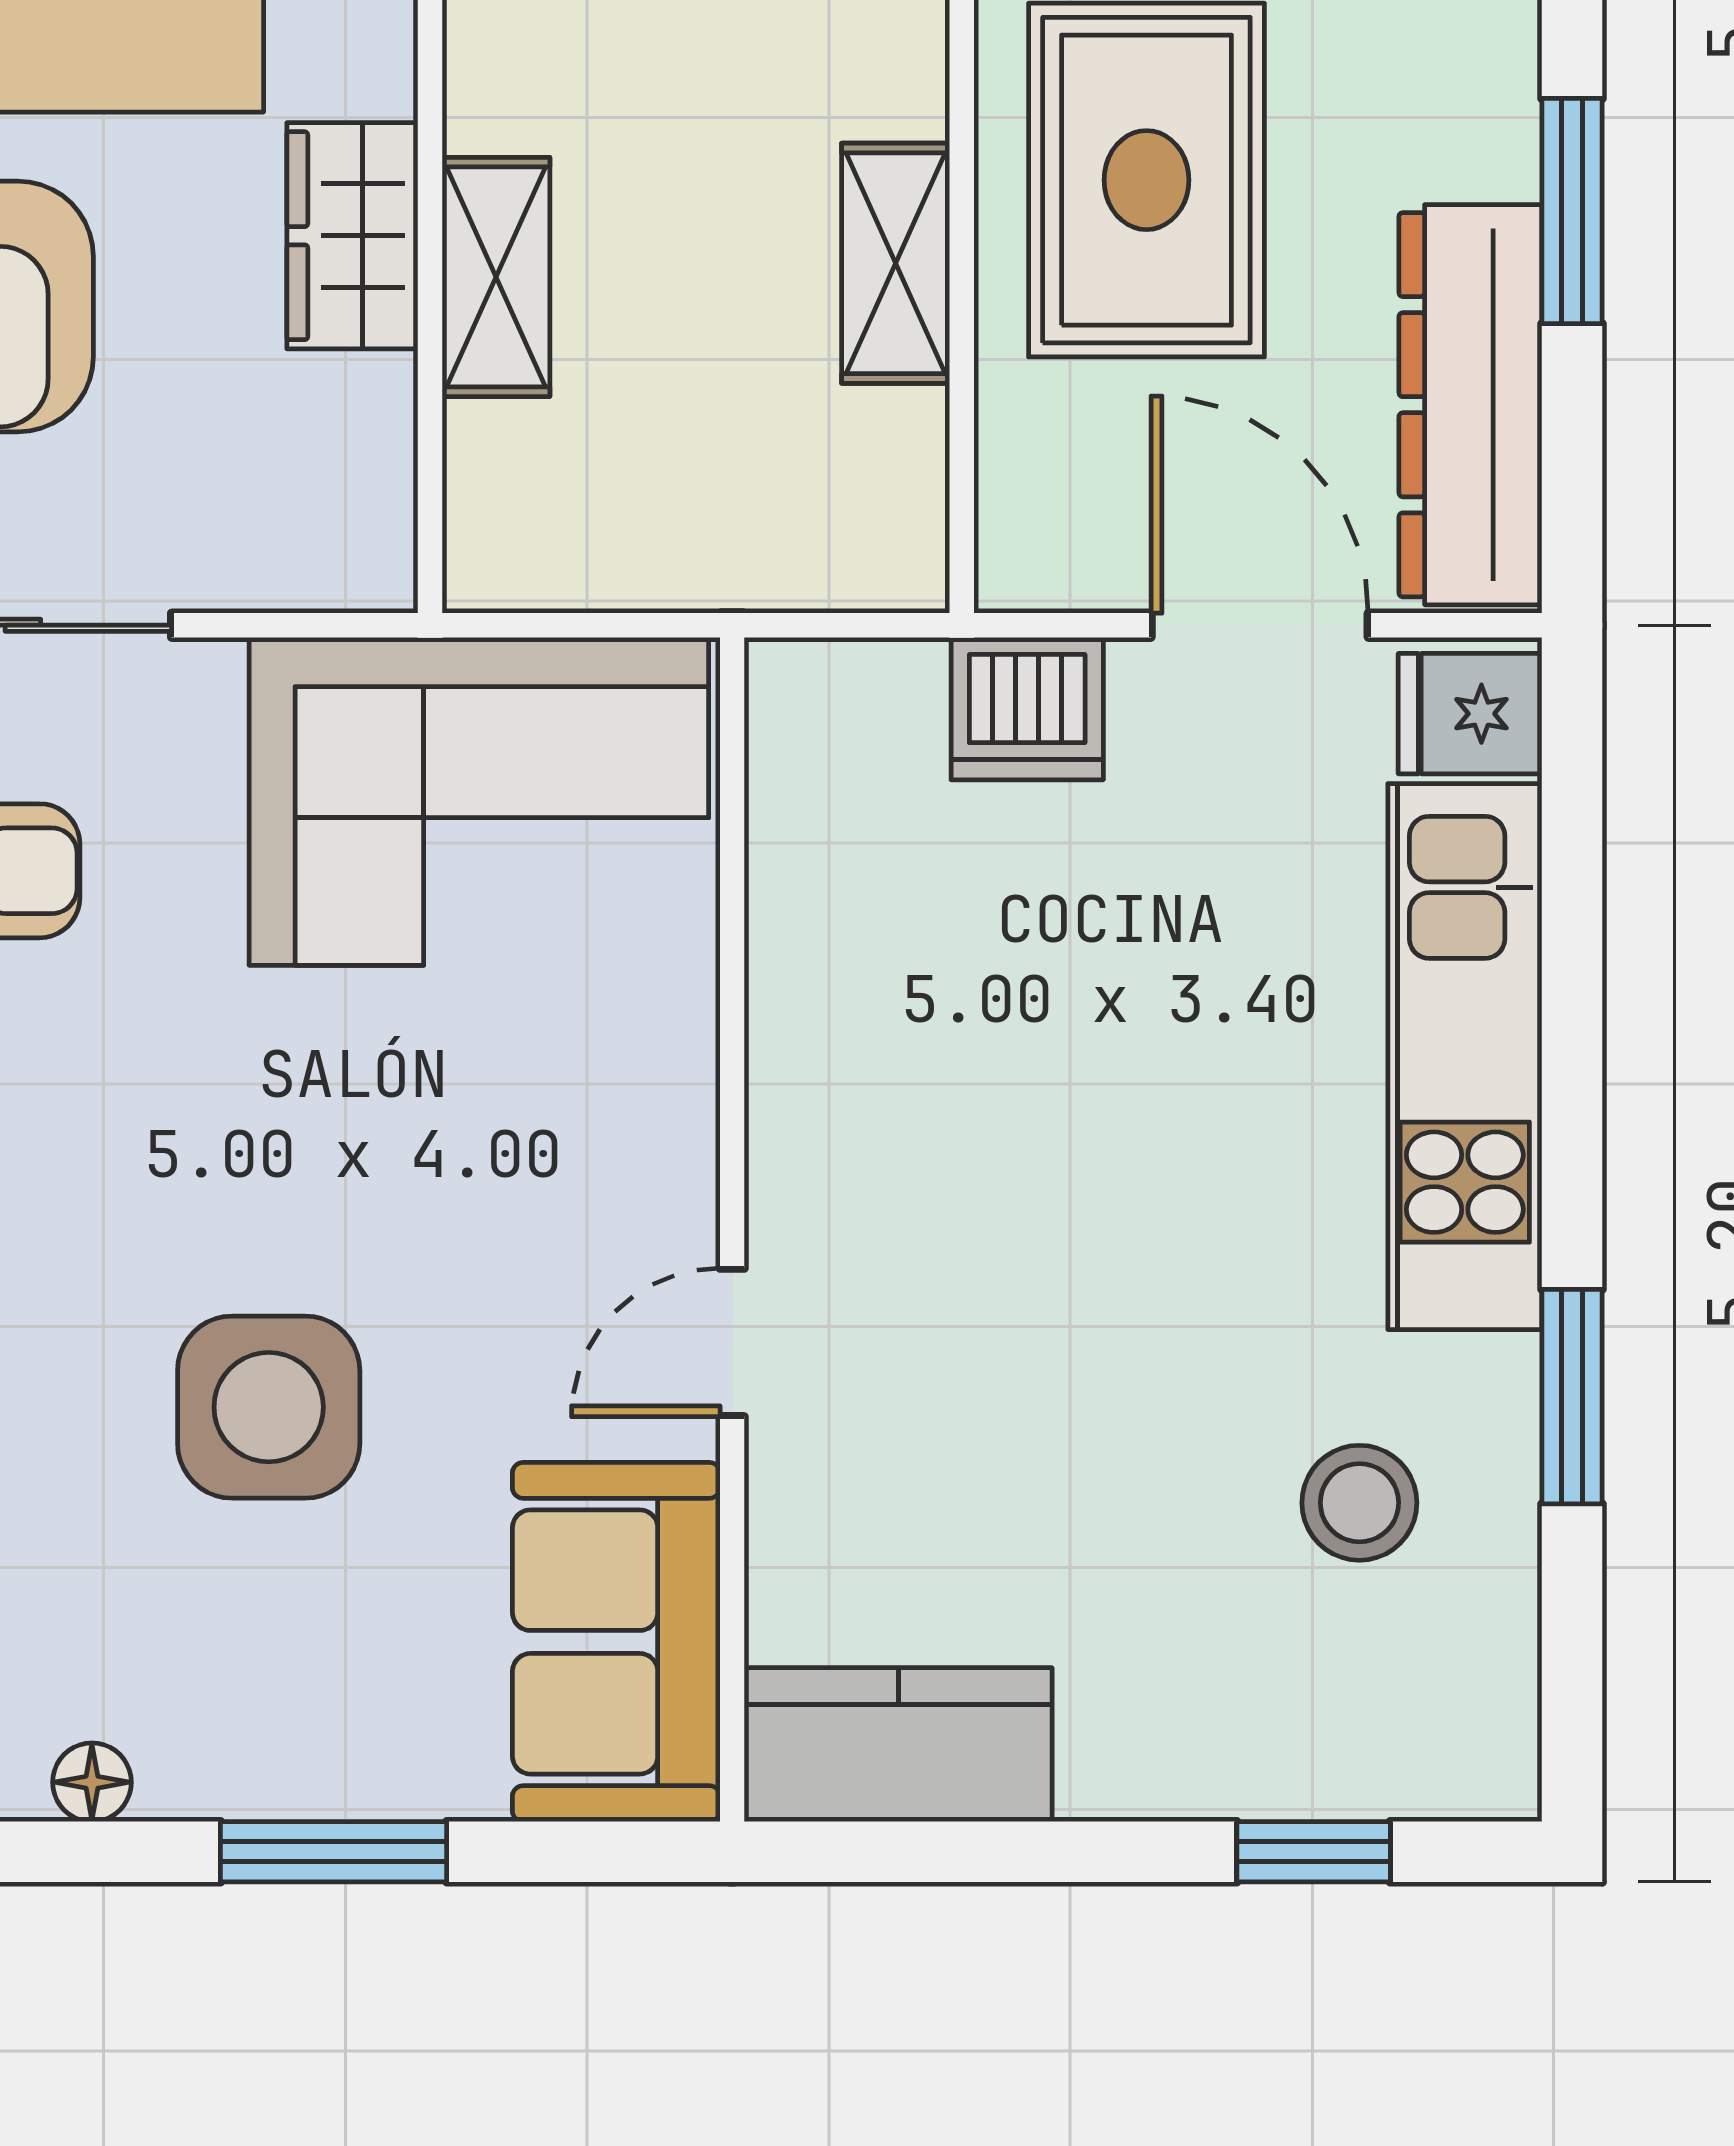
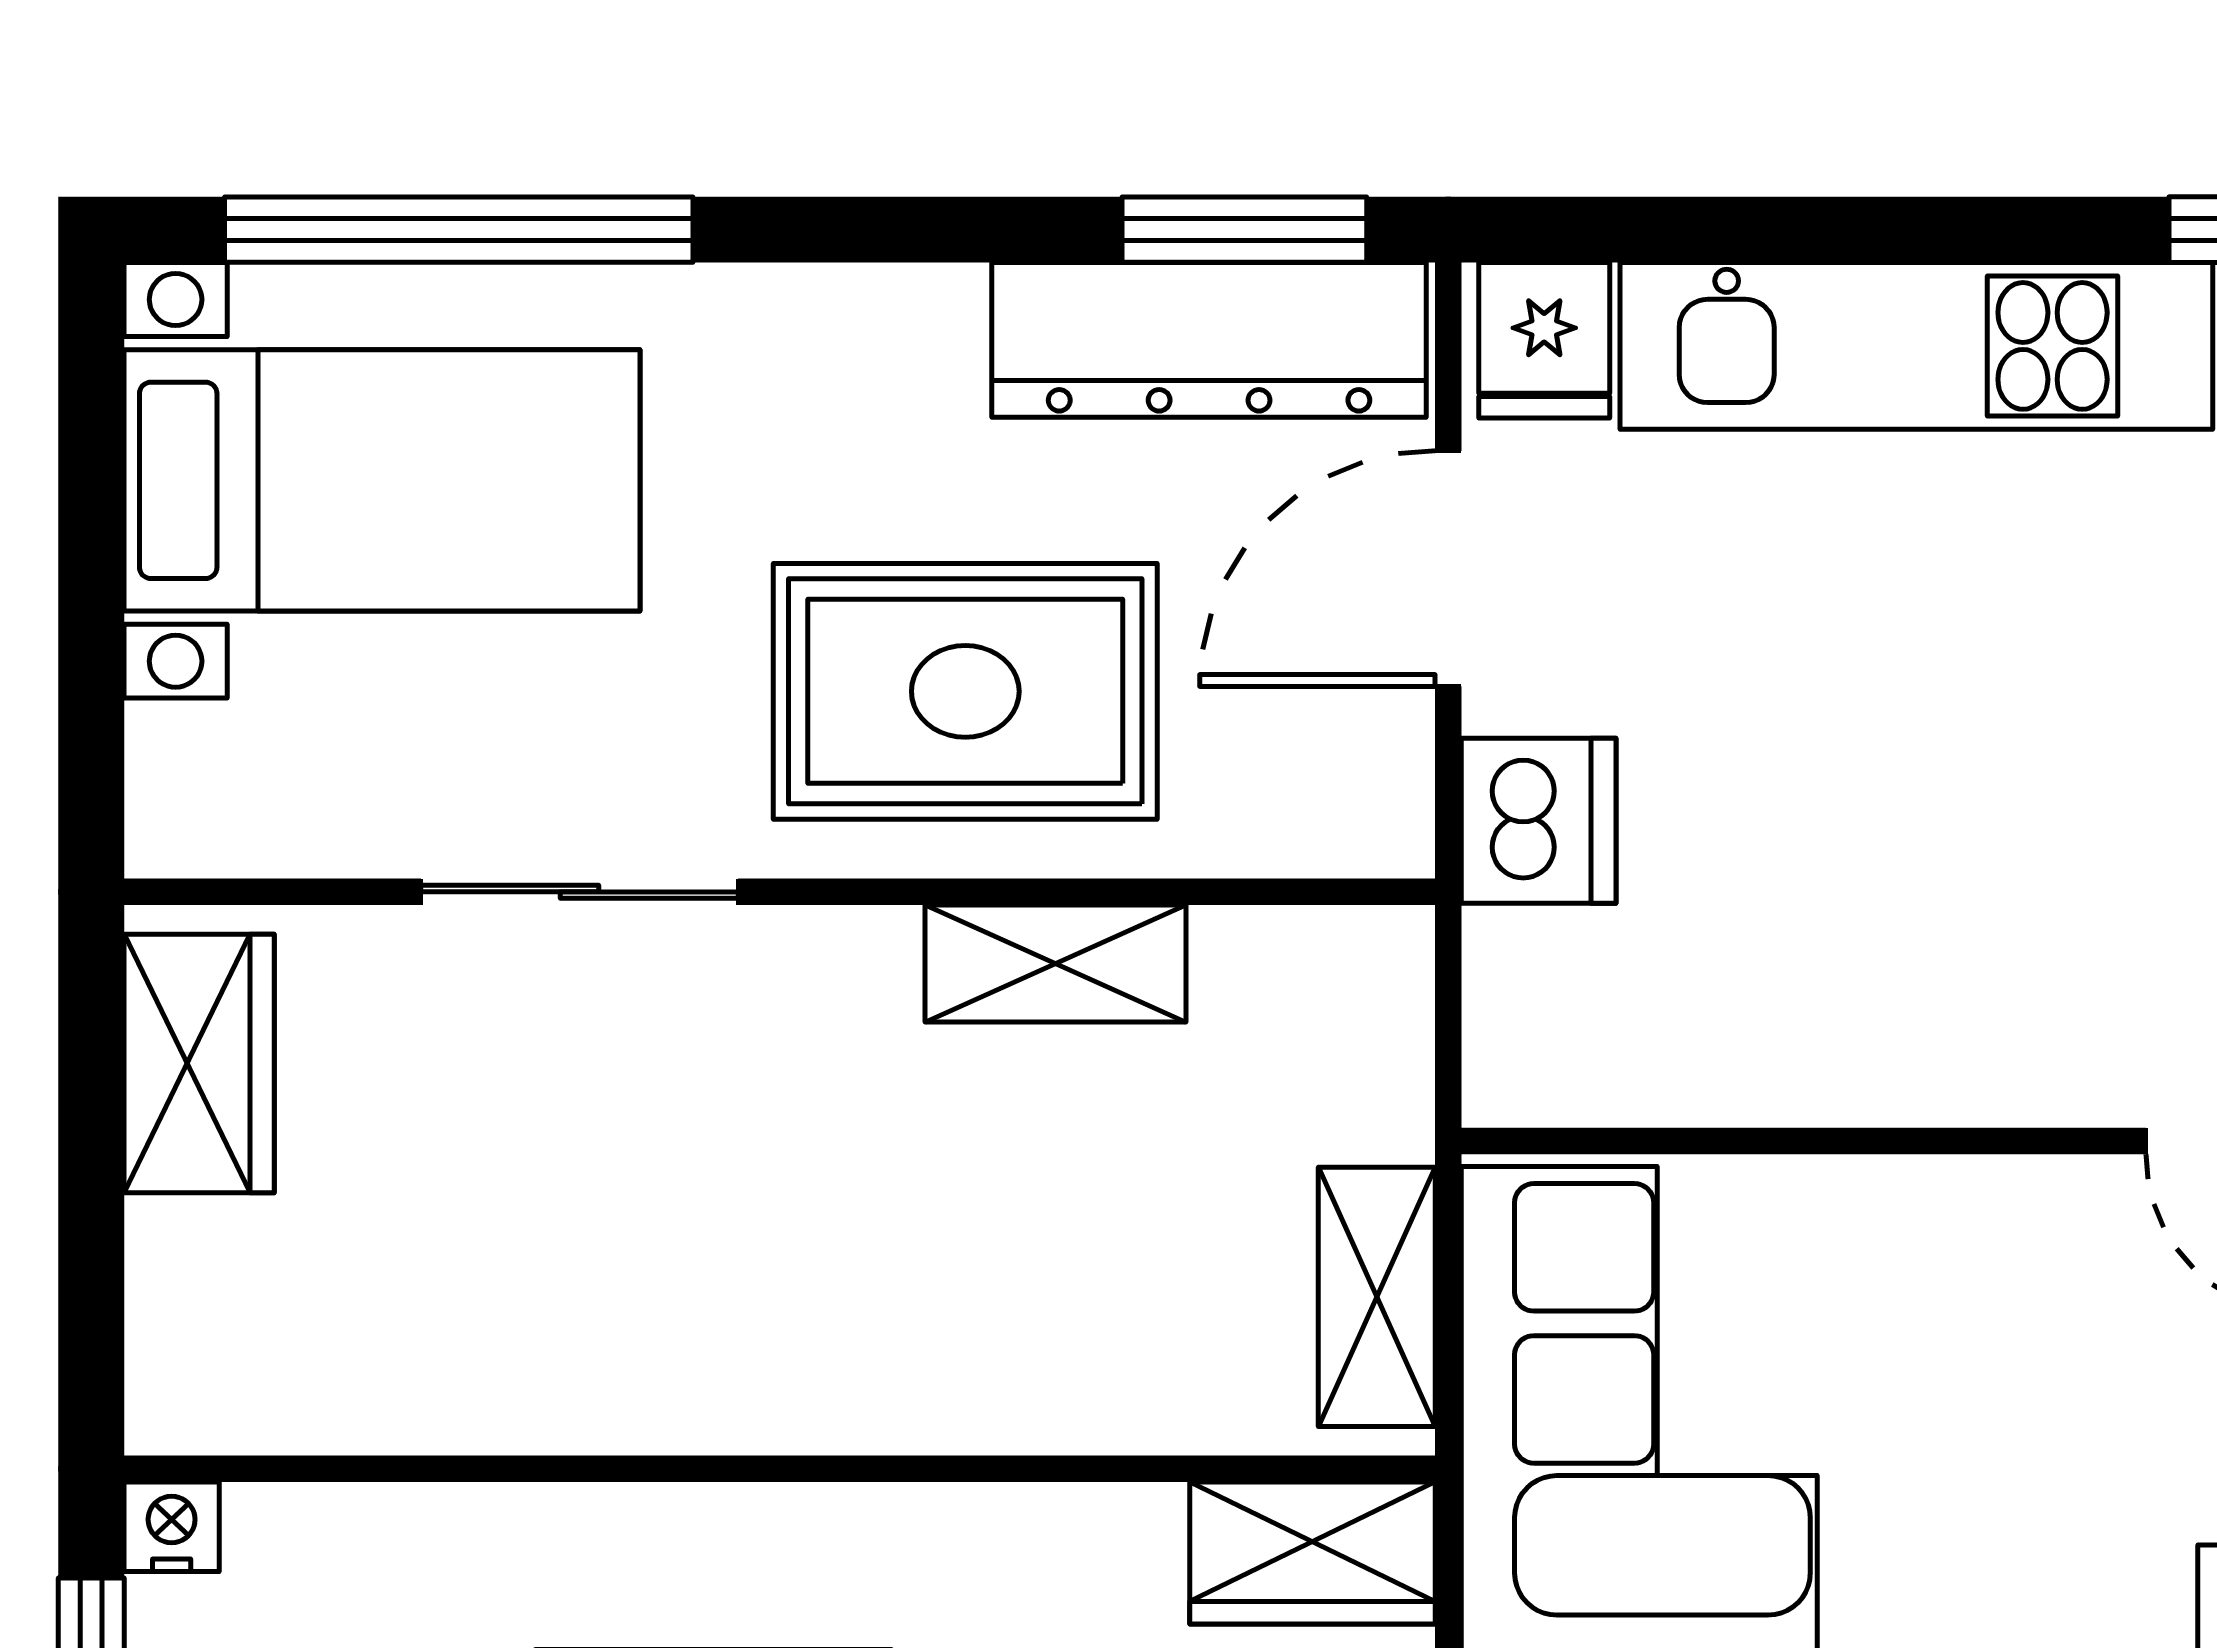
window: (1572, 211) -> (1244, 230), moved
wardrobe: (352, 236) -> (1312, 1553), moved
shelving: (496, 277) -> (1377, 1297), moved, turned 90

